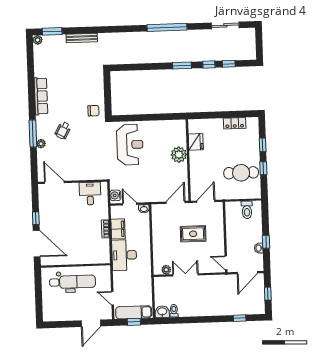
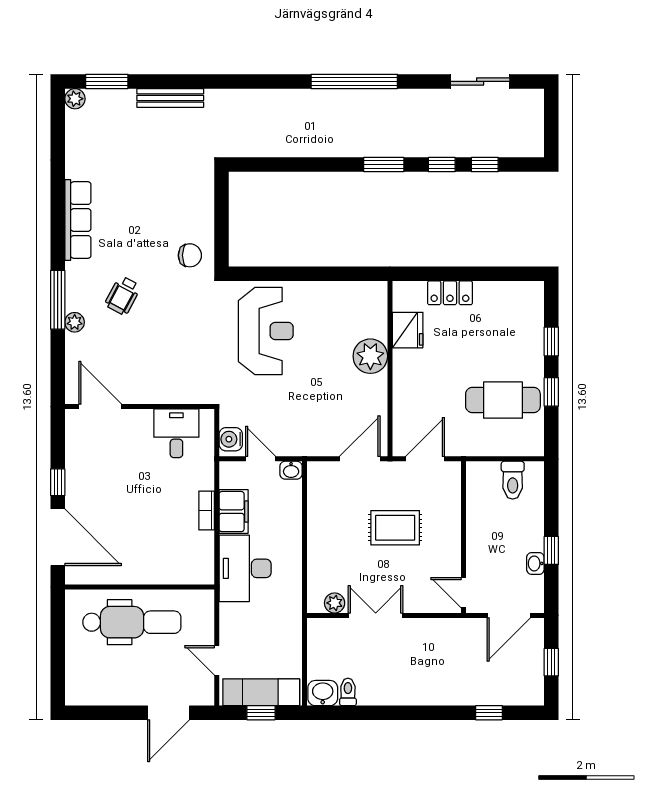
locker: (235, 123) -> (450, 293), moved

